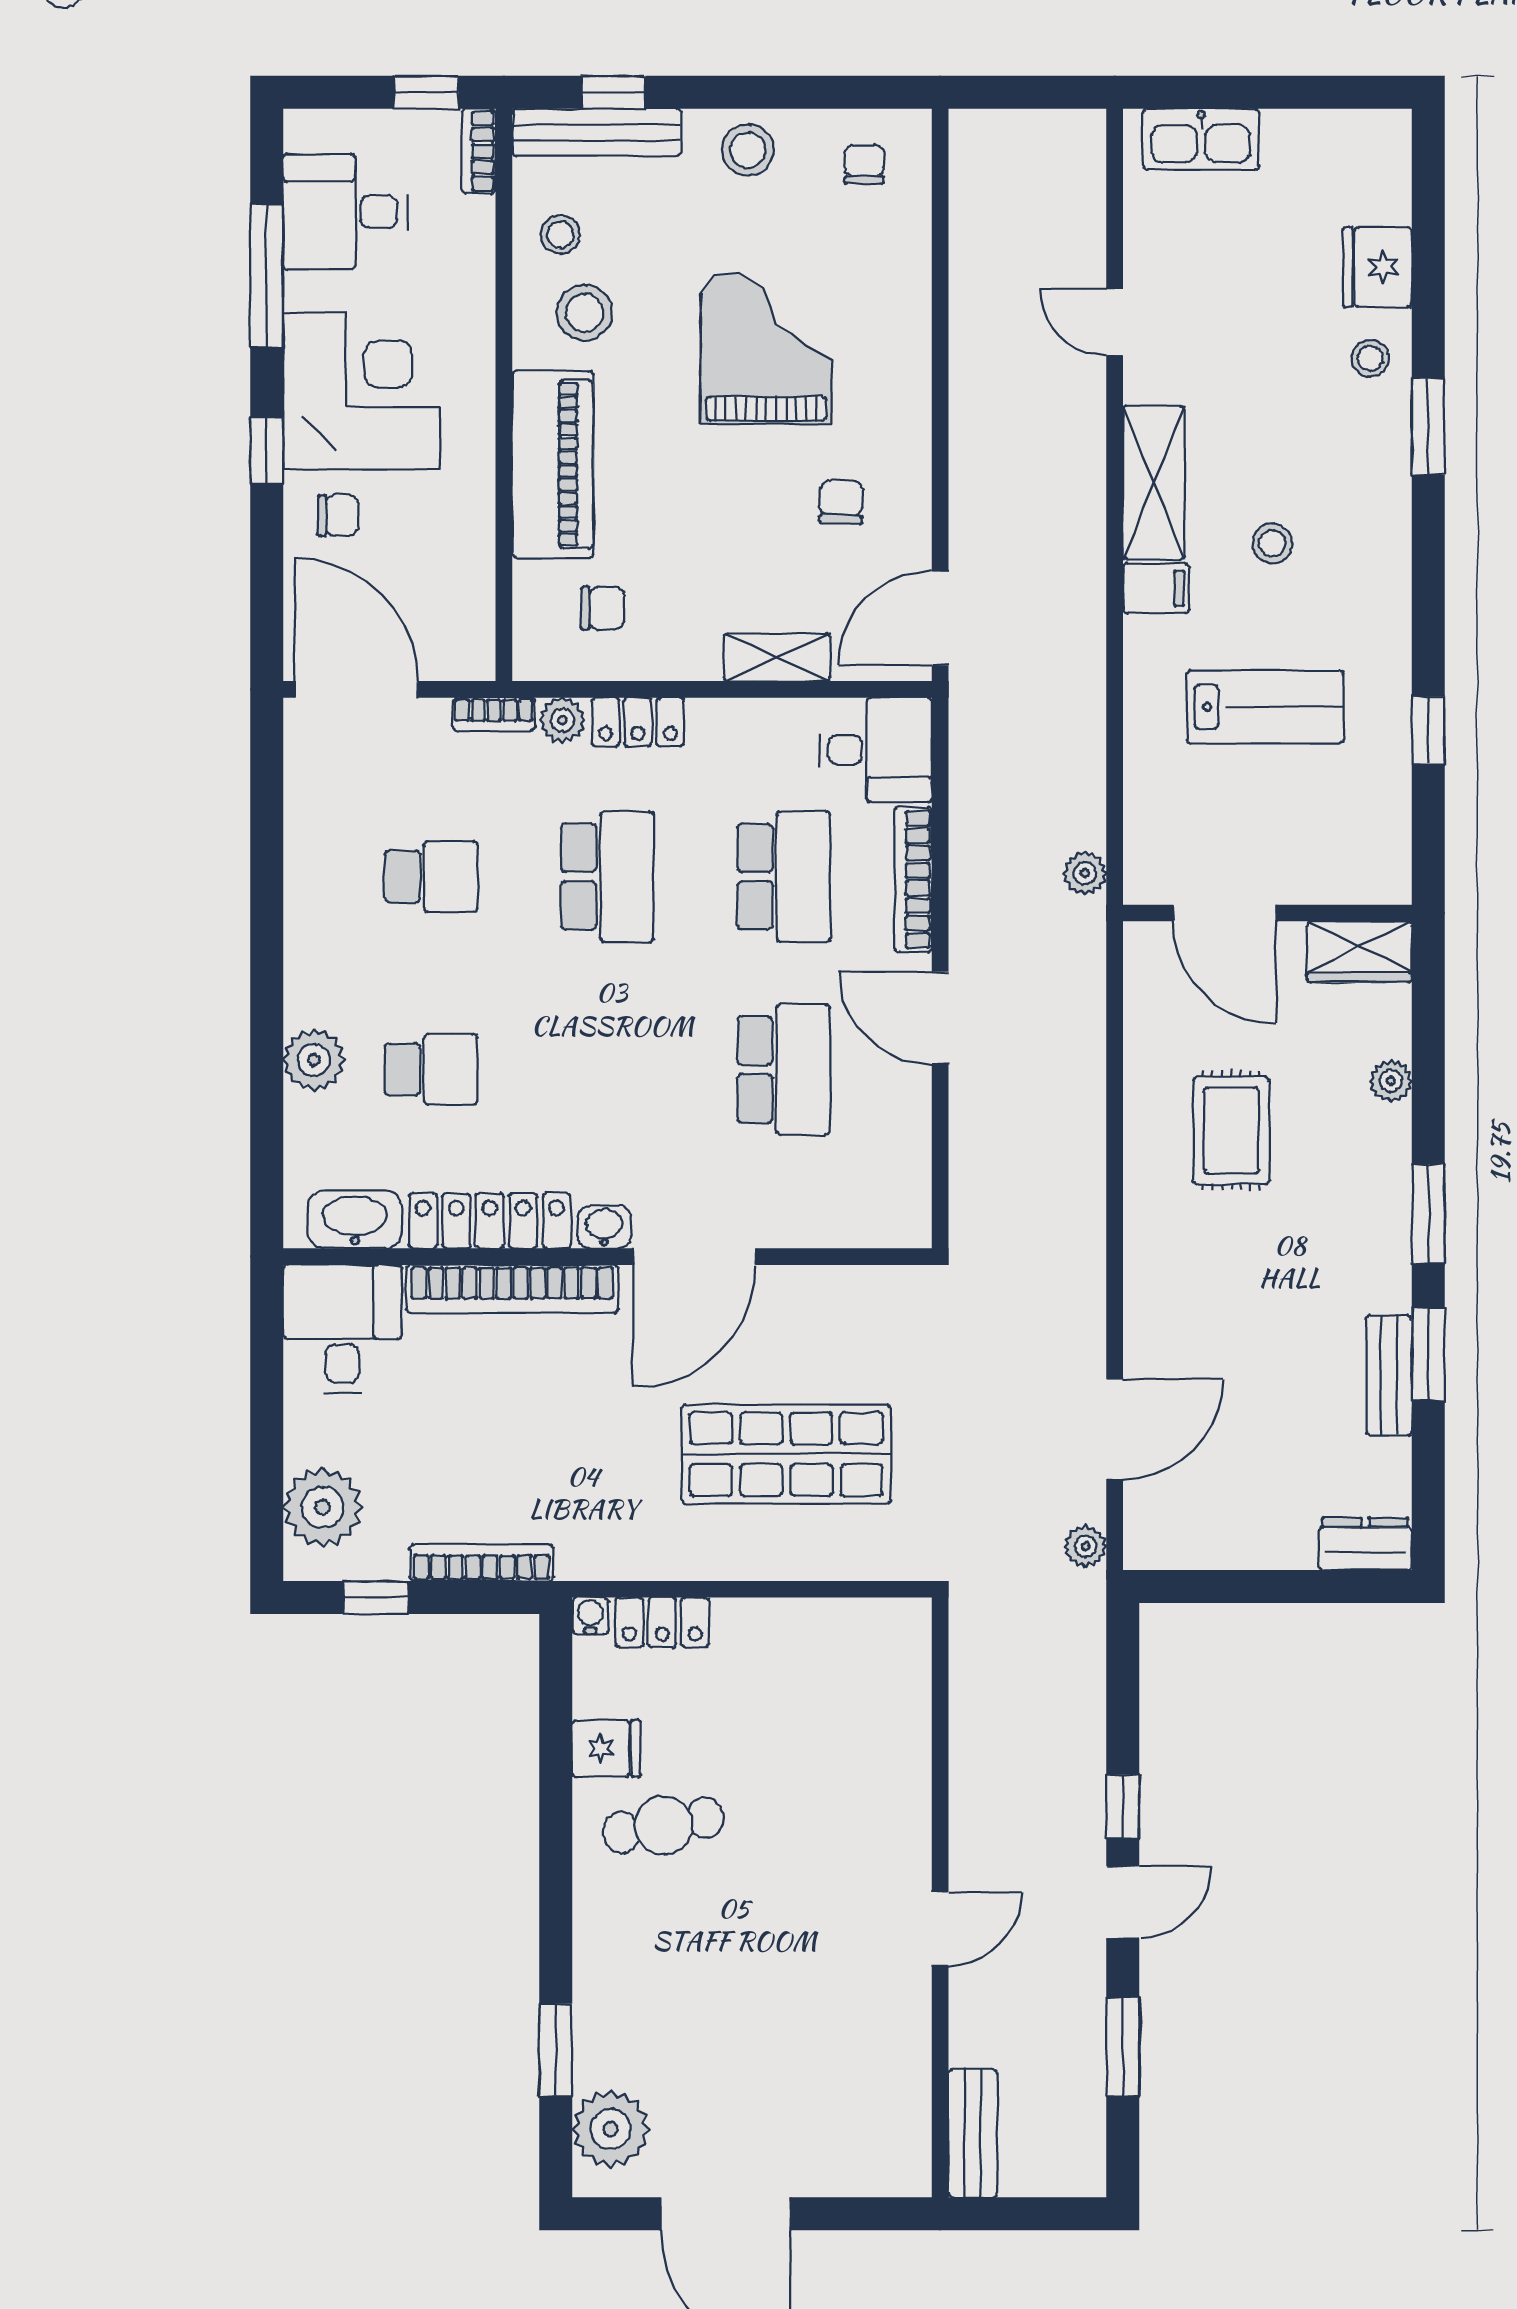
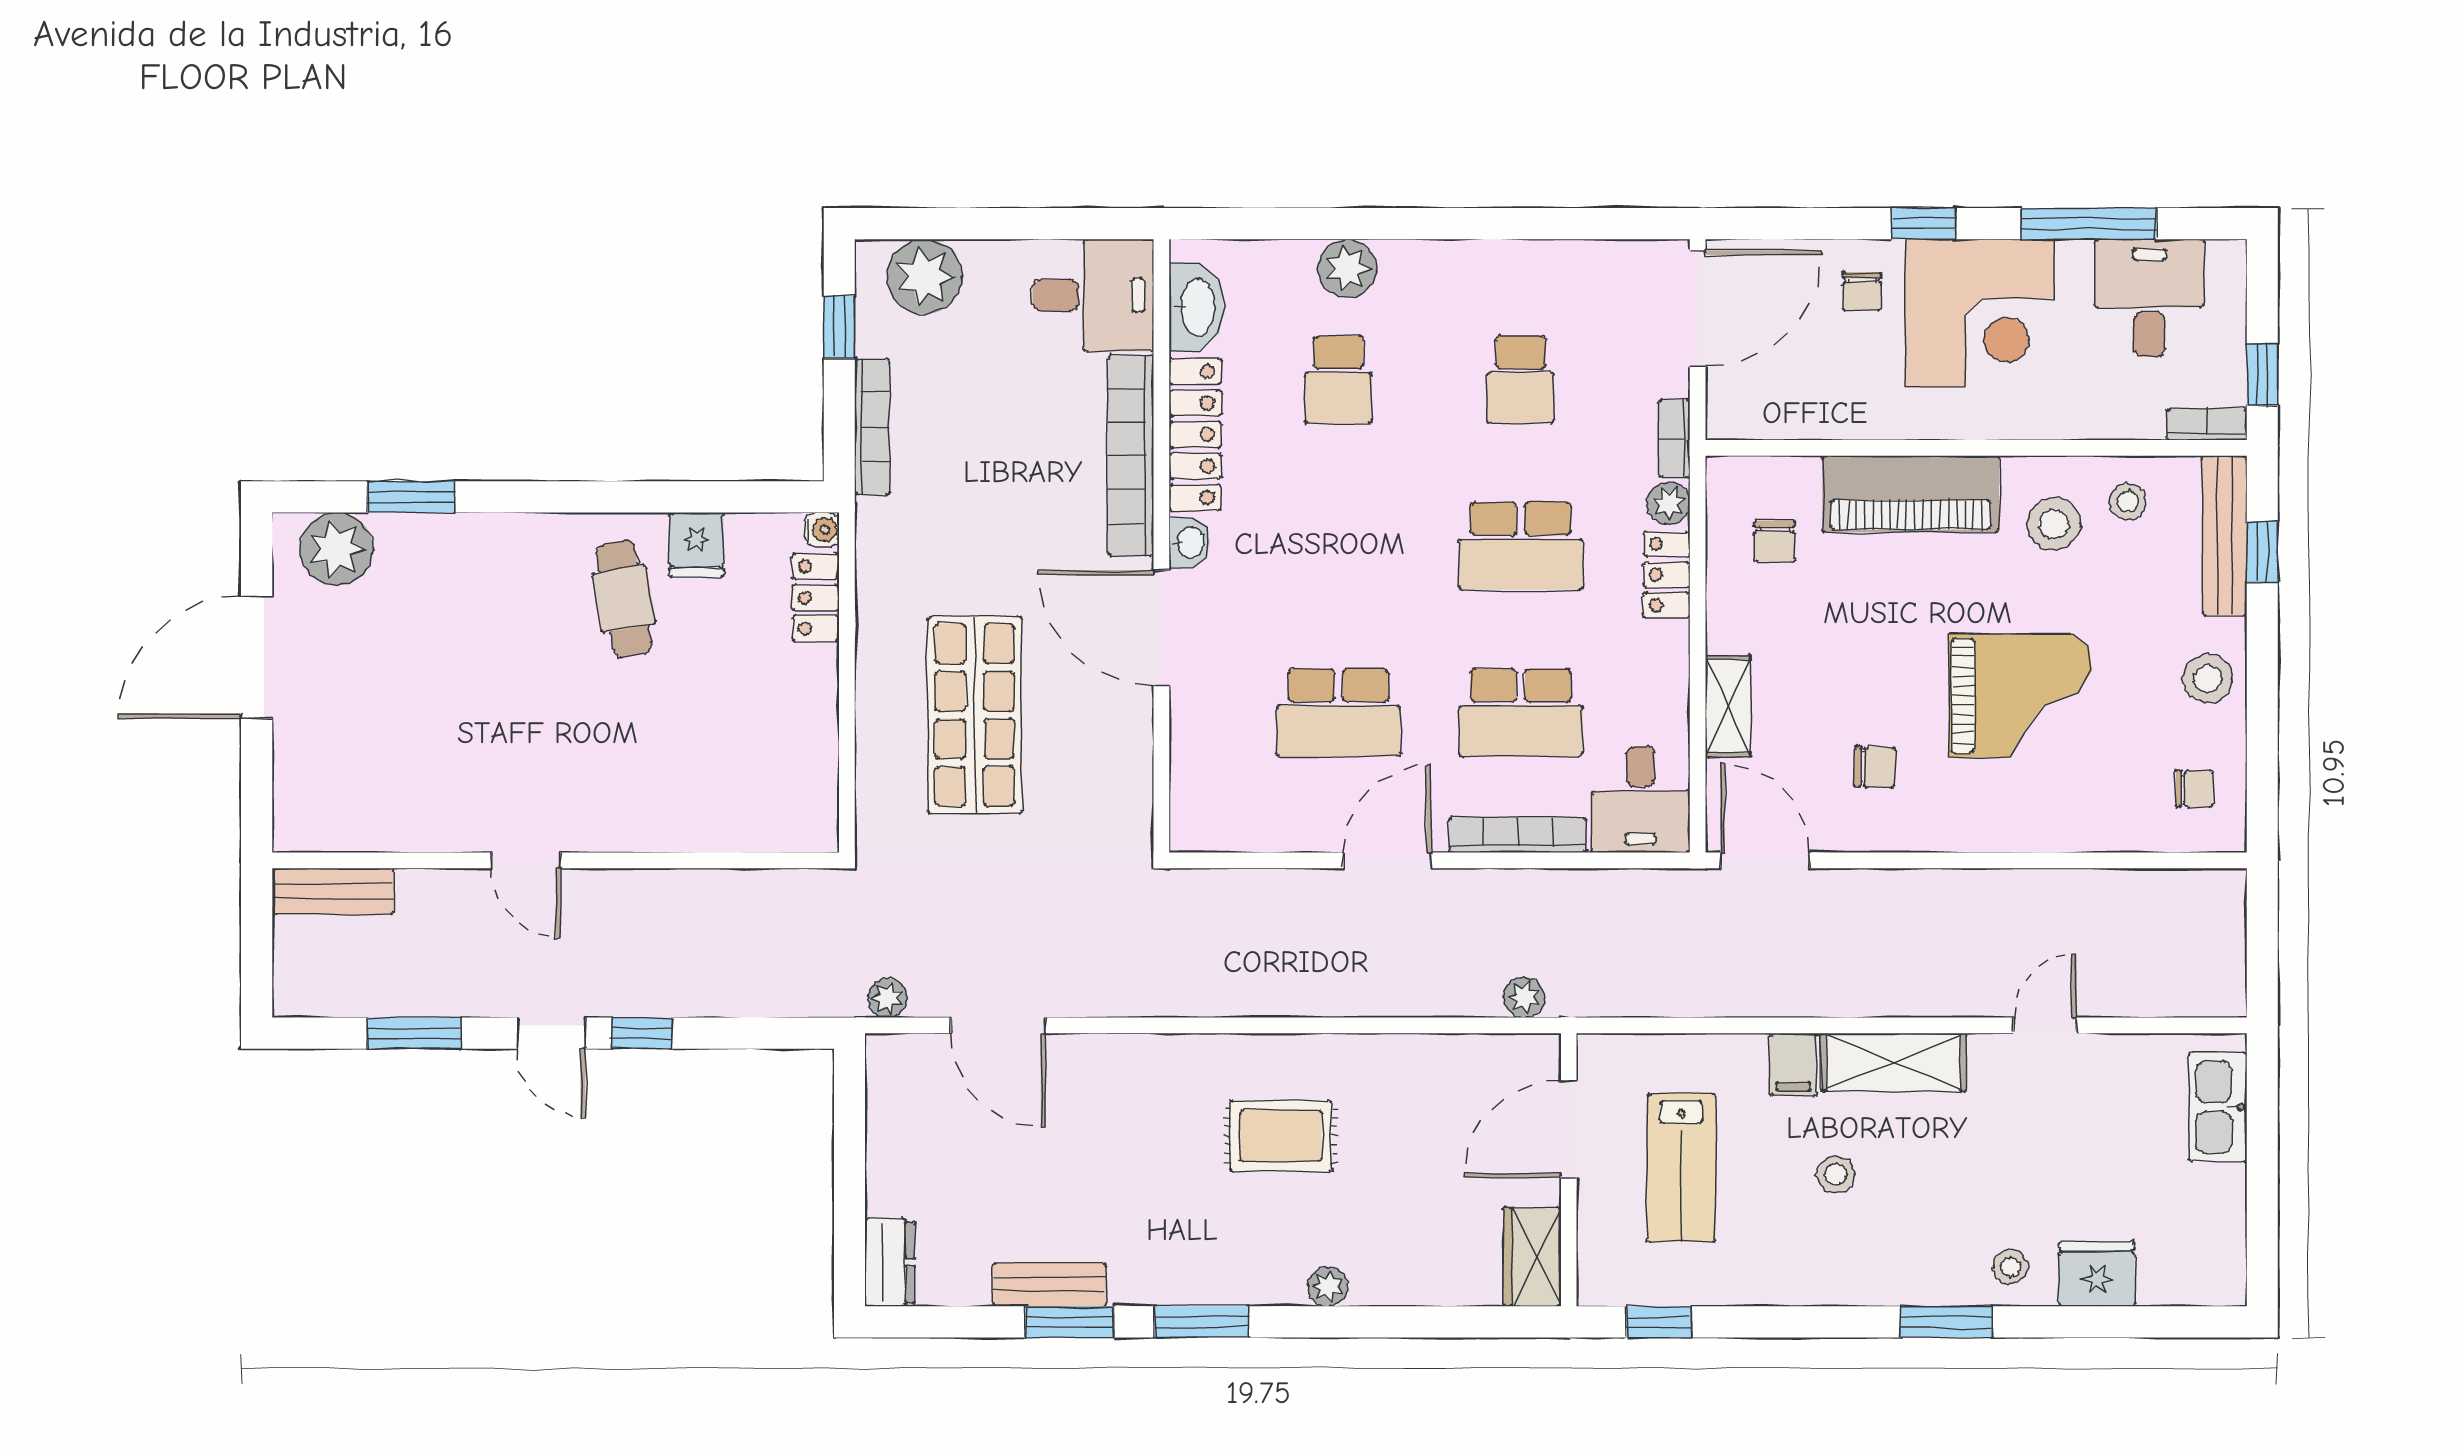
door: (1225, 913) -> (1569, 1129), moved
wall: (1267, 913) -> (1569, 1170), moved
wardrobe: (1359, 952) -> (1532, 1257), moved

